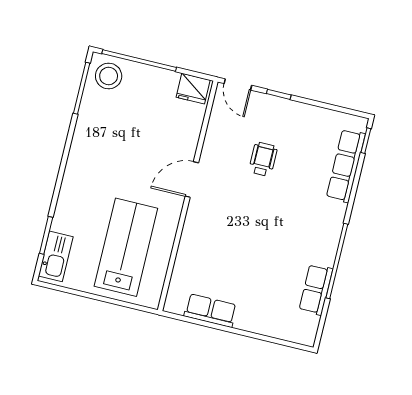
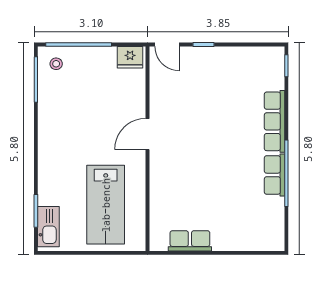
stool: (109, 76) -> (56, 64), width x0.53, depth x0.53
wheelchair: (263, 159) -> (203, 102), removed
row of seats: (346, 166) -> (275, 121), moved
lab bench: (126, 247) -> (106, 205), turned 180
row of seats: (316, 290) -> (274, 175), moved

